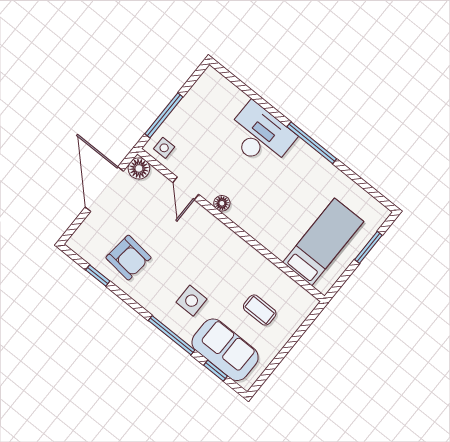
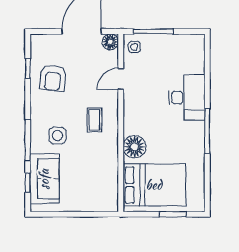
floor lamp: (222, 203) -> (134, 147), moved, width x1.89, depth x1.89
bed: (323, 242) -> (154, 185), width x1.50
coffee table: (260, 310) -> (94, 120), moved

